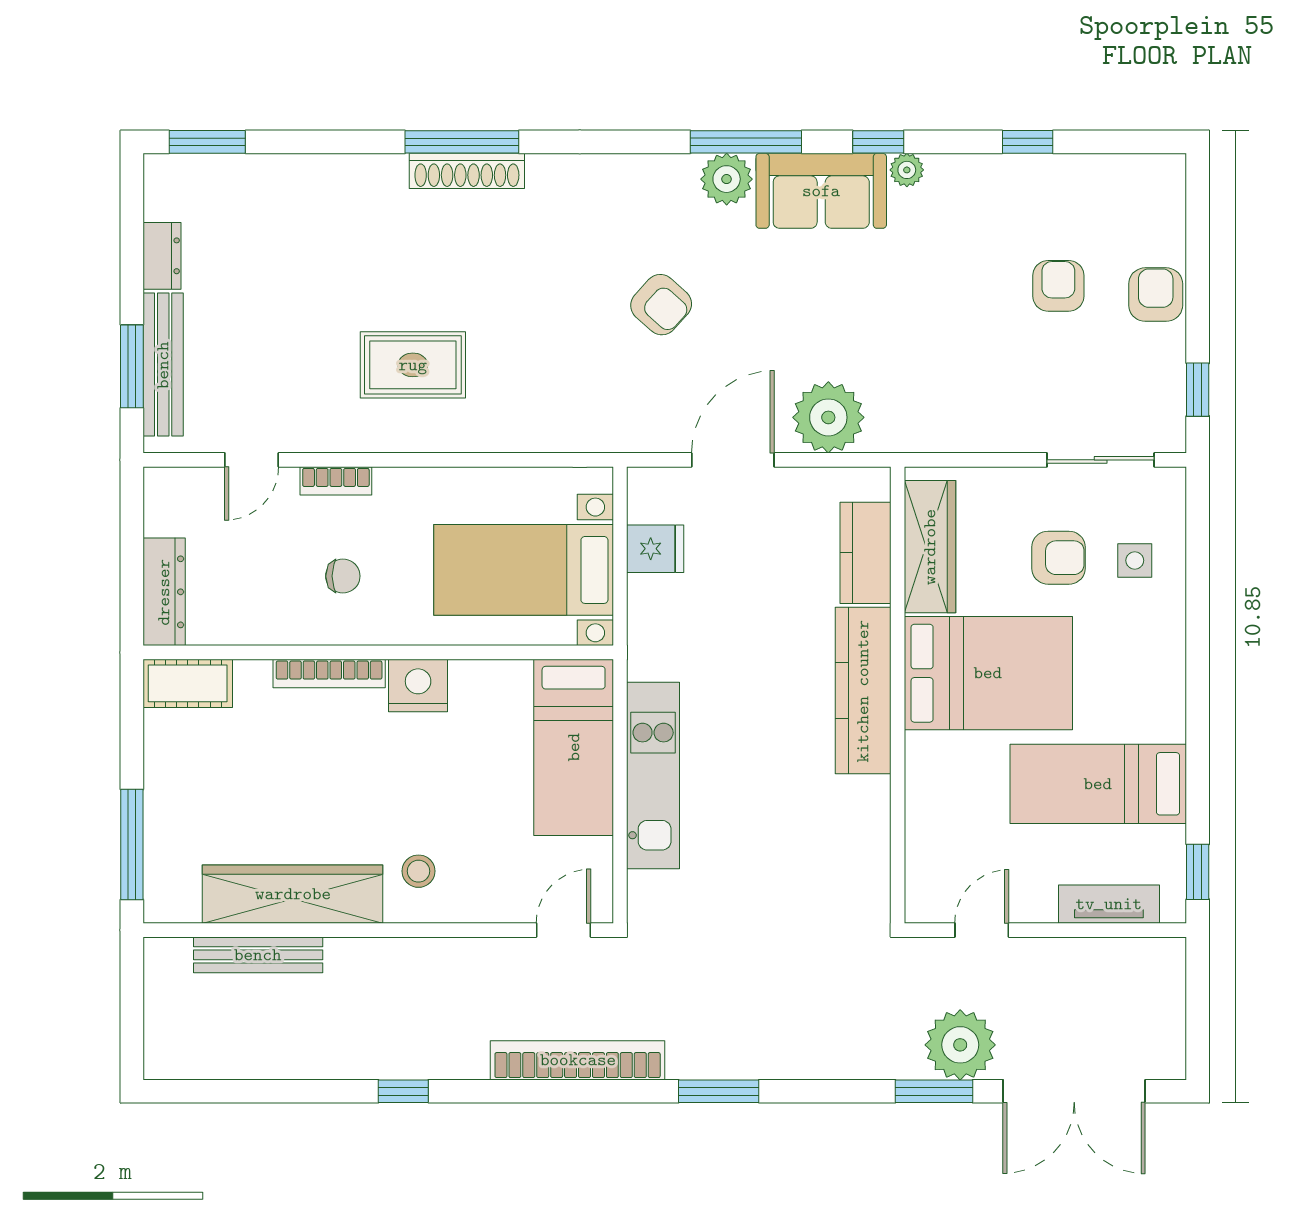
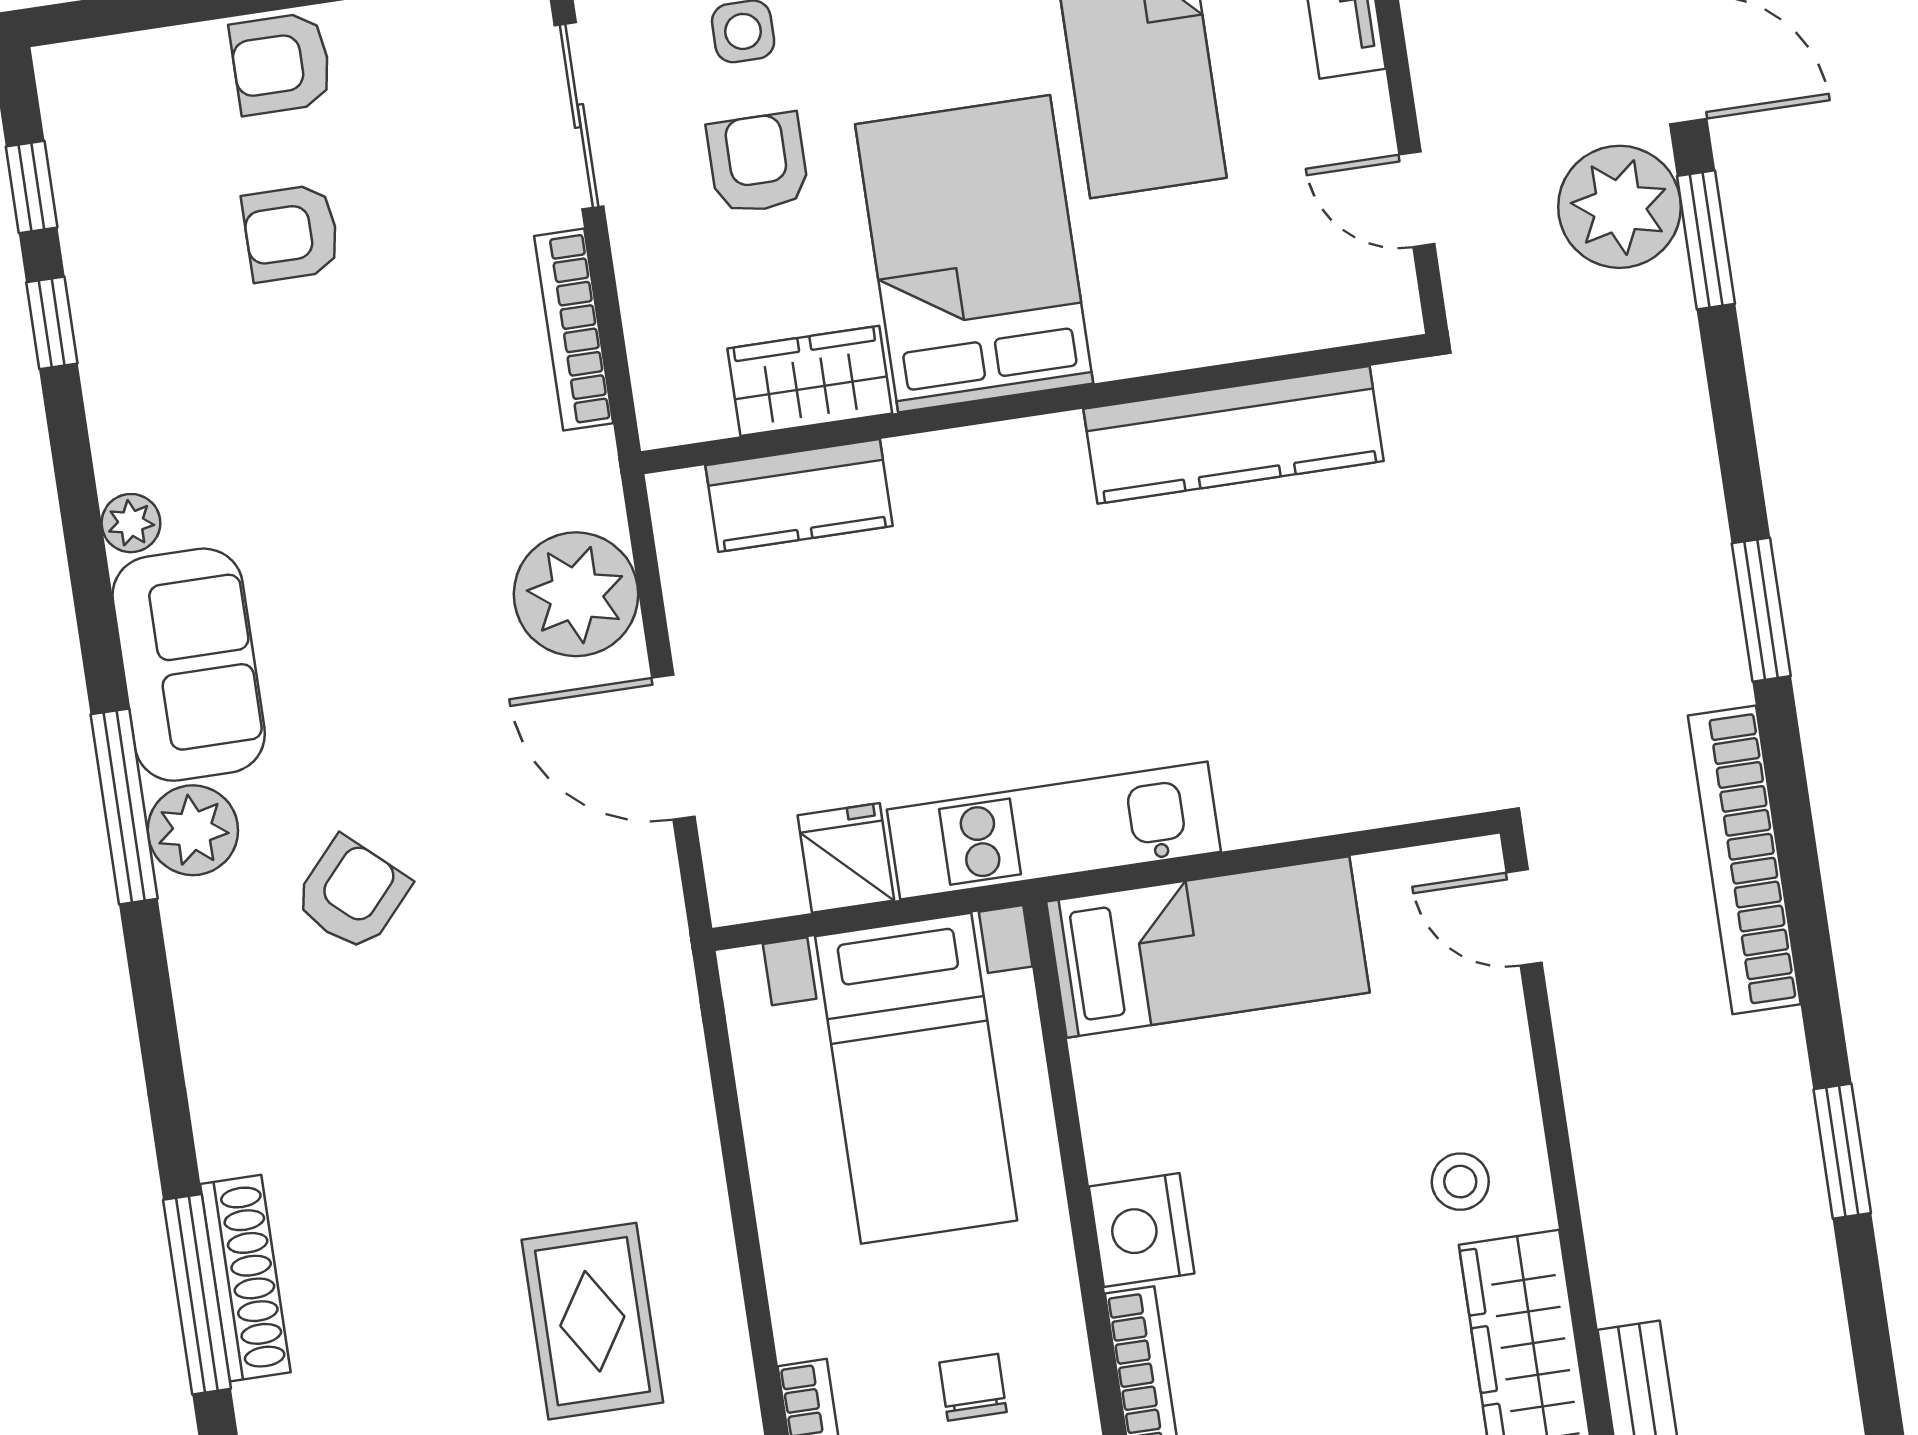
window: (878, 142) -> (32, 187), moved
armchair: (661, 305) -> (352, 894), moved
bookcase: (979, 439) -> (574, 330), added
wardrobe: (930, 547) -> (810, 381), width x0.67
kitchen counter: (863, 691) -> (1234, 435), moved
kitchen unit: (653, 776) -> (1054, 831), moved
window: (403, 1091) -> (1842, 1151), width x1.50

